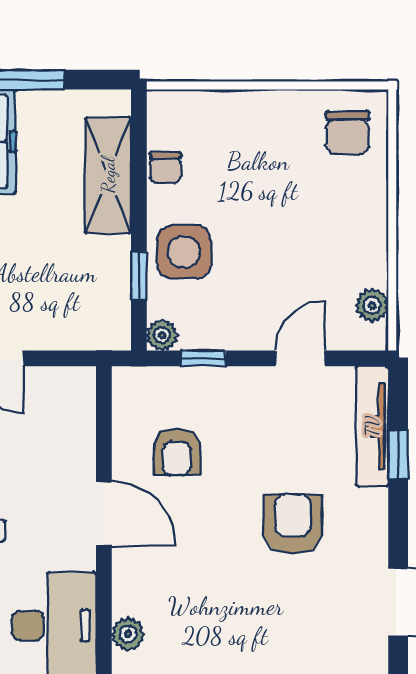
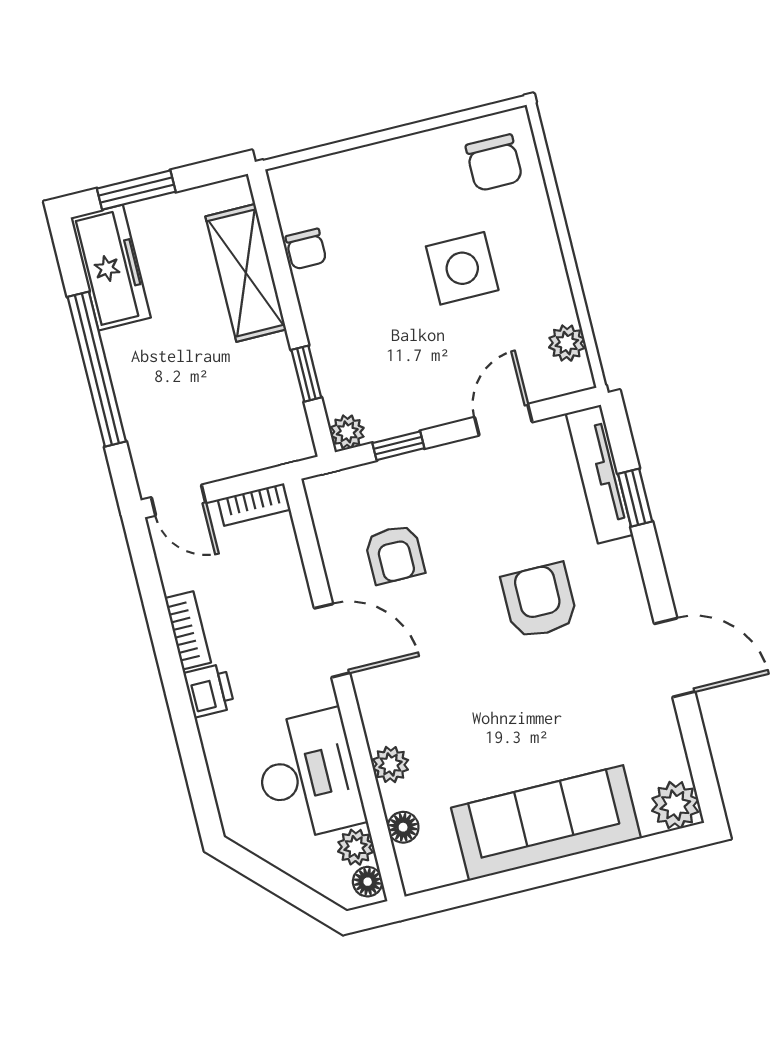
side table: (184, 252) -> (462, 268), moved
bookcase: (65, 378) -> (254, 504), added

